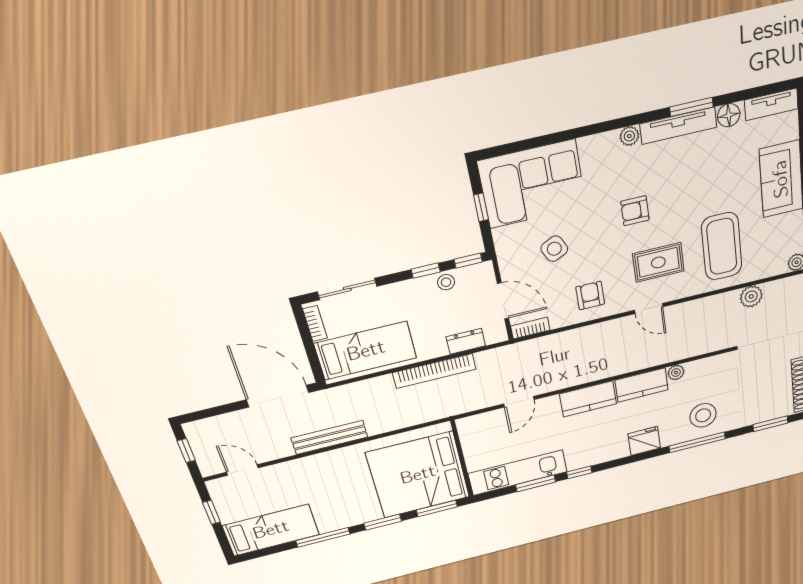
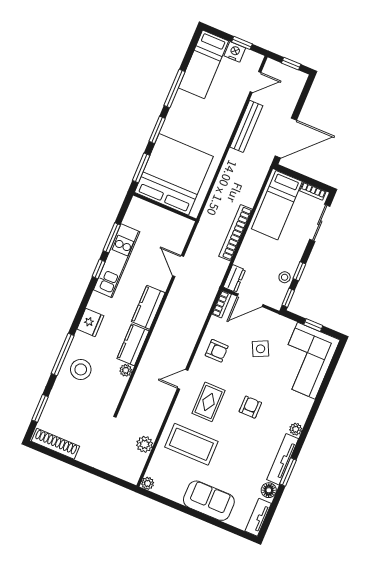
dresser: (466, 341) -> (234, 278), moved
bench: (330, 437) -> (246, 126), moved
kitchen unit: (518, 473) -> (117, 261), moved
nightstand: (228, 512) -> (235, 52), added

